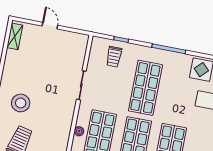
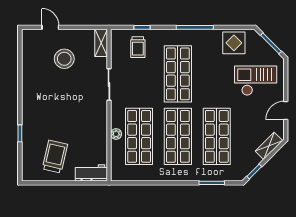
door: (50, 26) -> (50, 27), moved
shelving: (15, 36) -> (101, 43), moved
stool: (21, 103) -> (64, 59), moved

